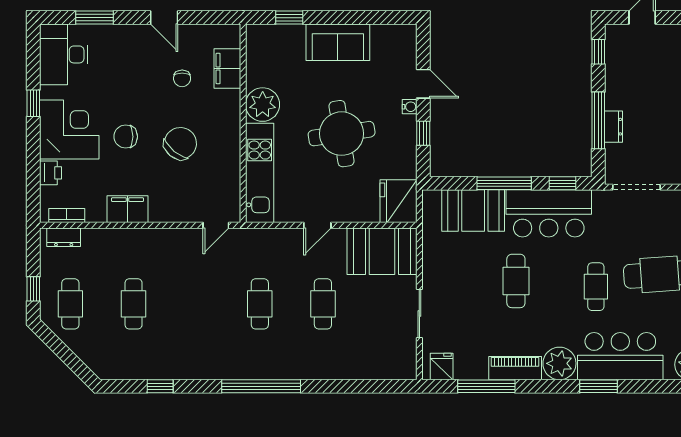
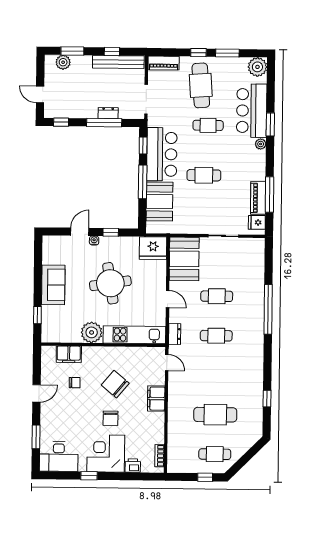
filing cabinet: (127, 209) -> (156, 399), moved
dresser: (64, 237) -> (175, 334), moved
cafe table: (134, 304) -> (215, 415), width x1.37, depth x1.35
plant: (559, 363) -> (261, 144), width x0.53, depth x0.53
piano: (515, 368) -> (258, 198), moved
window: (261, 386) -> (268, 309), moved

